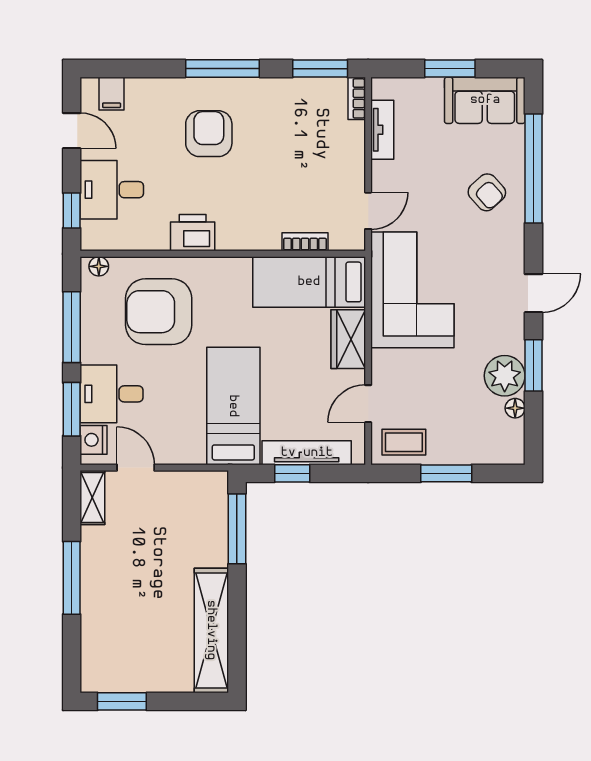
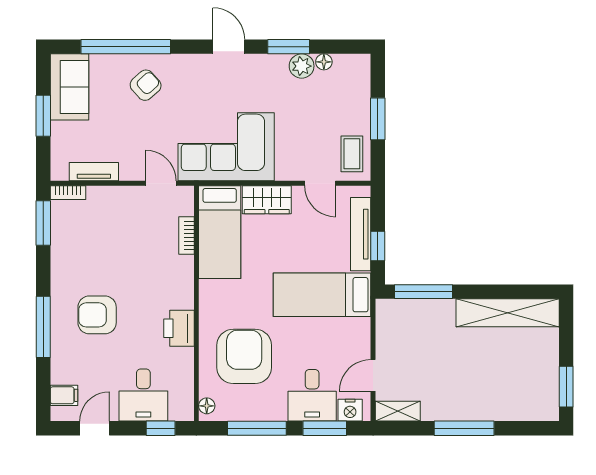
window: (222, 69) -> (43, 327), moved
armchair: (159, 312) -> (244, 356), turned 180
plant: (505, 376) -> (302, 66), width x0.73, depth x0.73

